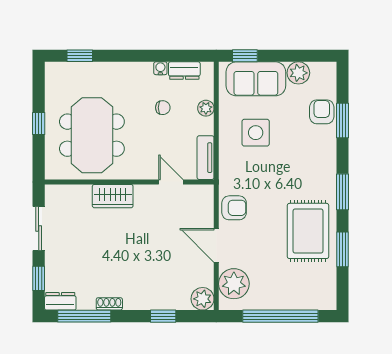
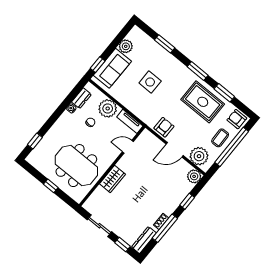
plant: (206, 108) -> (108, 108), width x1.88, depth x1.88
armchair: (322, 112) -> (237, 119), moved
side table: (256, 133) -> (150, 82), moved
coffee table: (280, 292) -> (220, 138), added
dresser: (60, 301) -> (144, 240), width x1.44
window: (84, 316) -> (165, 228), moved

